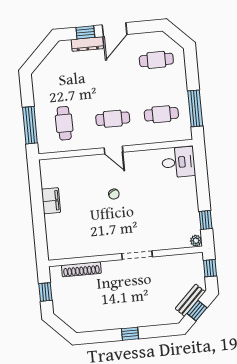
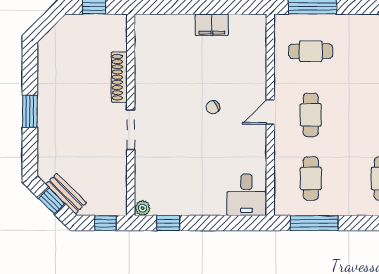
shoe rack: (81, 269) -> (119, 77), moved
window: (130, 334) -> (30, 111), width x1.50

